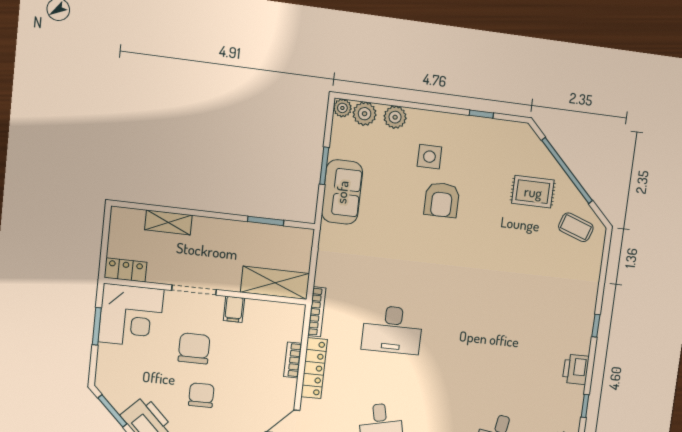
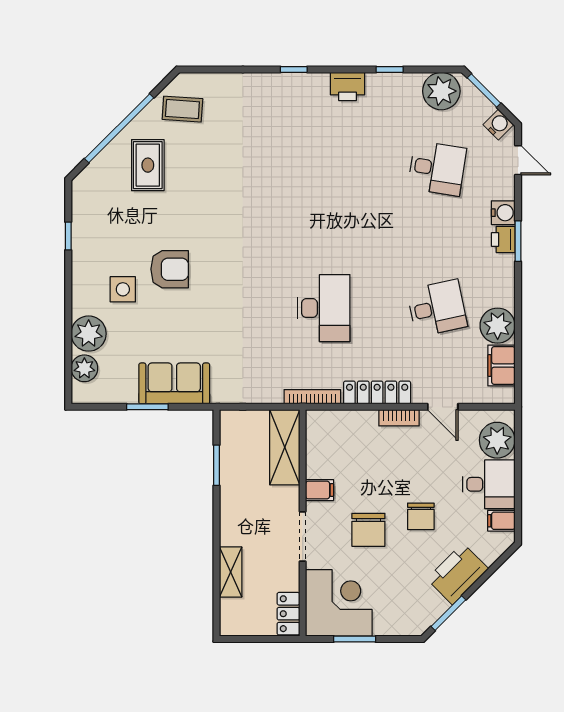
plant: (342, 108) -> (81, 394), removed
plant: (395, 117) -> (89, 334), width x1.36, depth x1.36
coffee table: (576, 227) -> (182, 109), turned 75
chair: (194, 348) -> (368, 530), turned -90
bookcase: (293, 360) -> (399, 418), moved
chair: (201, 395) -> (421, 516), turned -90

